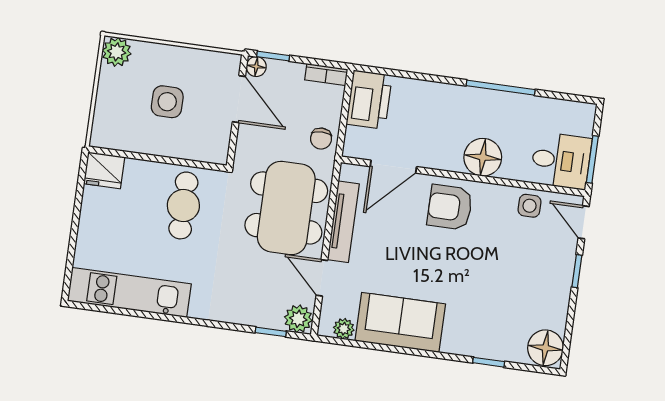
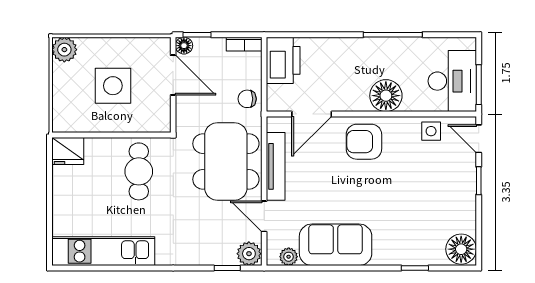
side table: (167, 102) -> (113, 86), width x1.37, depth x1.37
chair: (321, 139) -> (247, 99), turned 90
desk: (561, 161) -> (452, 81), width x1.37

